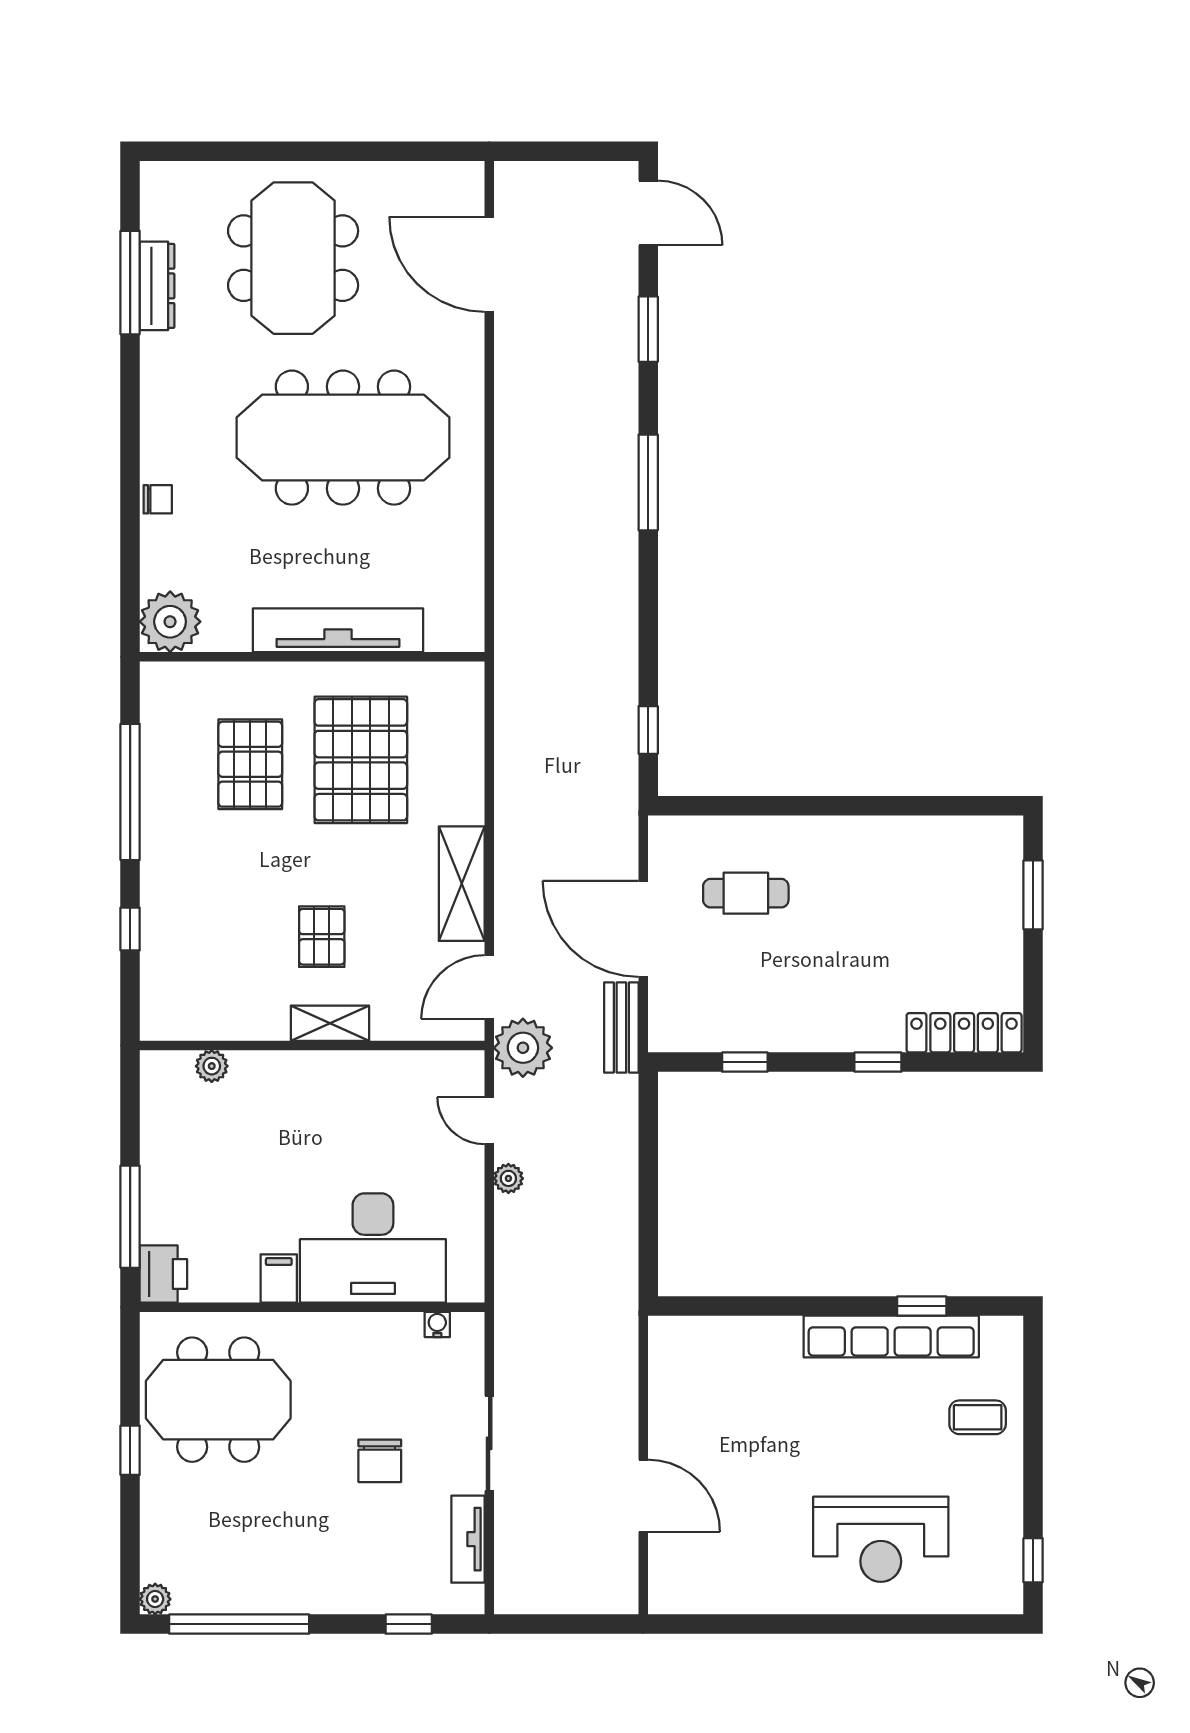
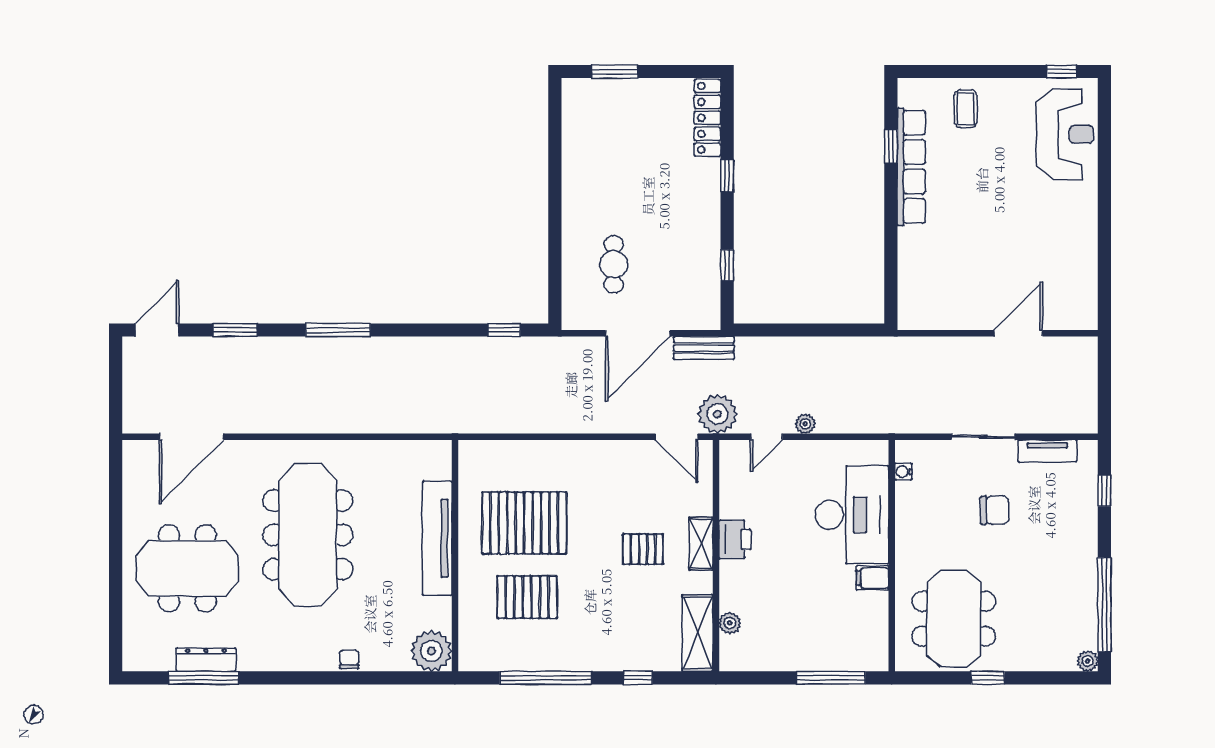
shelving: (462, 884) -> (698, 633), moved, turned 90
printer: (163, 1274) -> (735, 539), moved, turned 90
reception desk: (881, 1539) -> (1065, 134), moved

